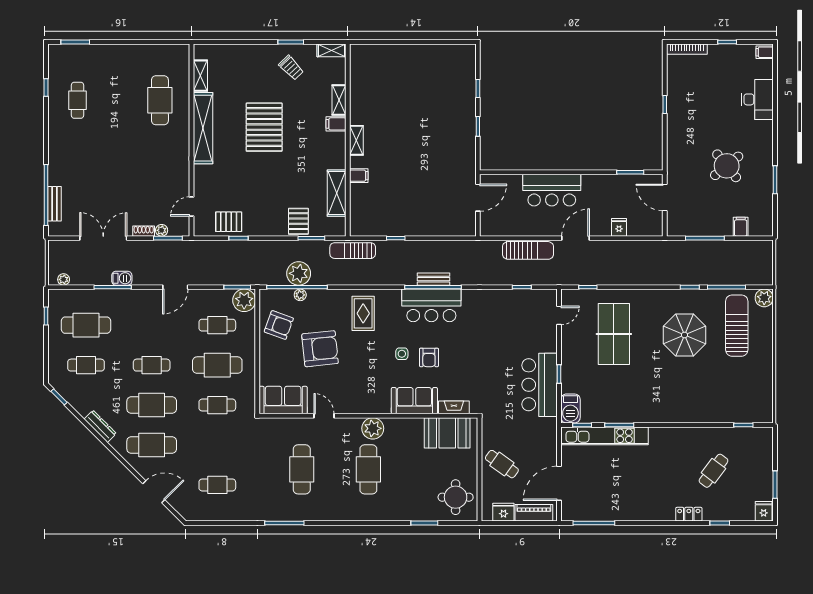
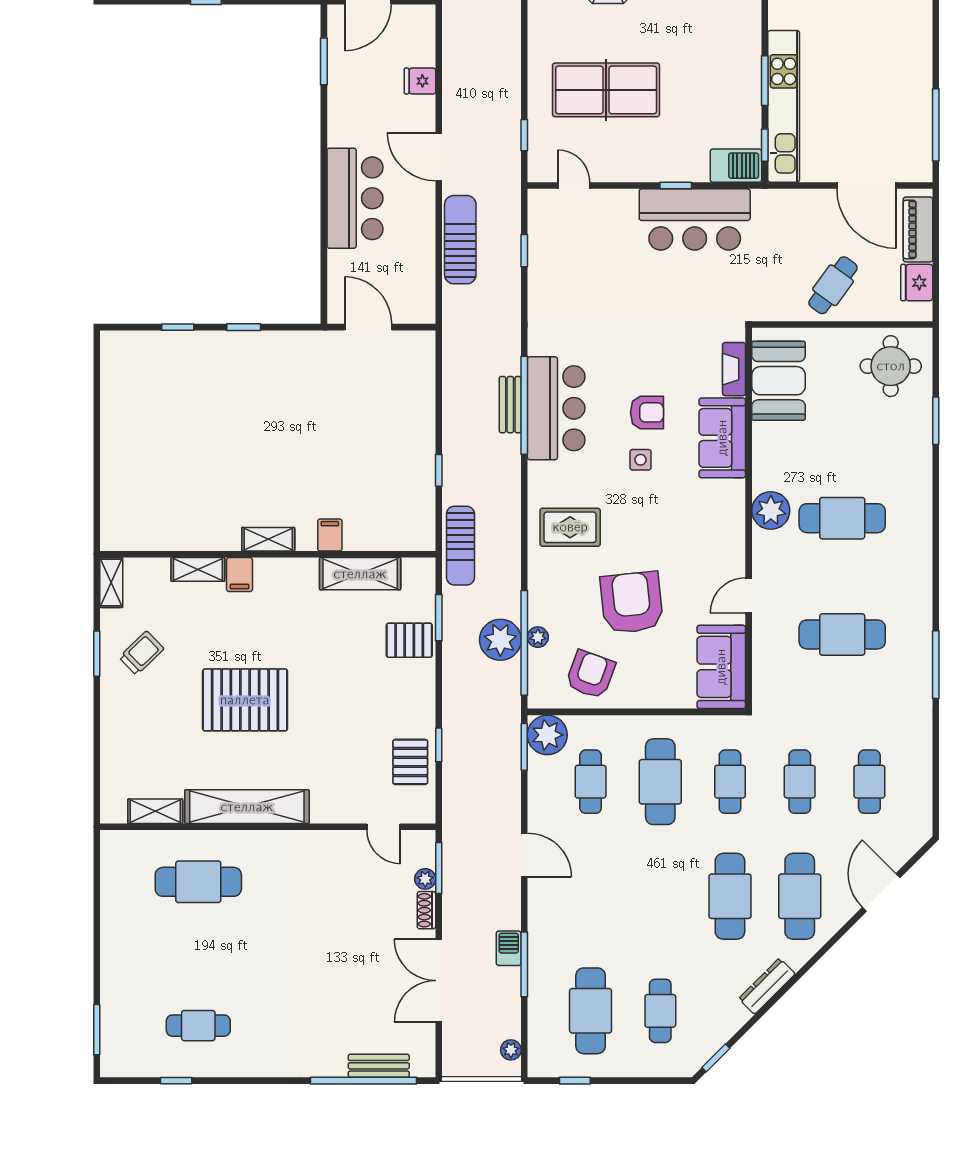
cafe table: (152, 365) -> (800, 782), moved

